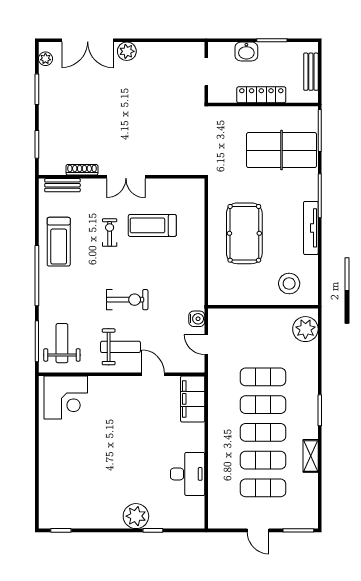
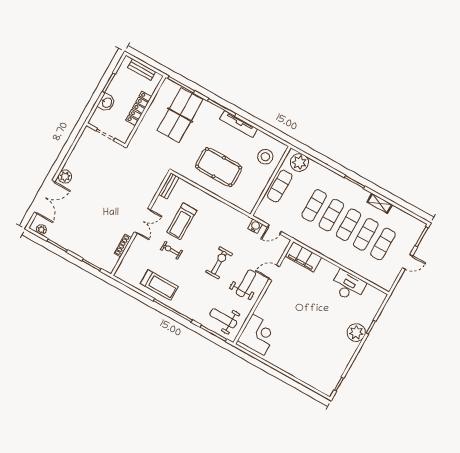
bench: (62, 185) -> (169, 186), moved
exercise mat: (263, 321) -> (280, 186), added

